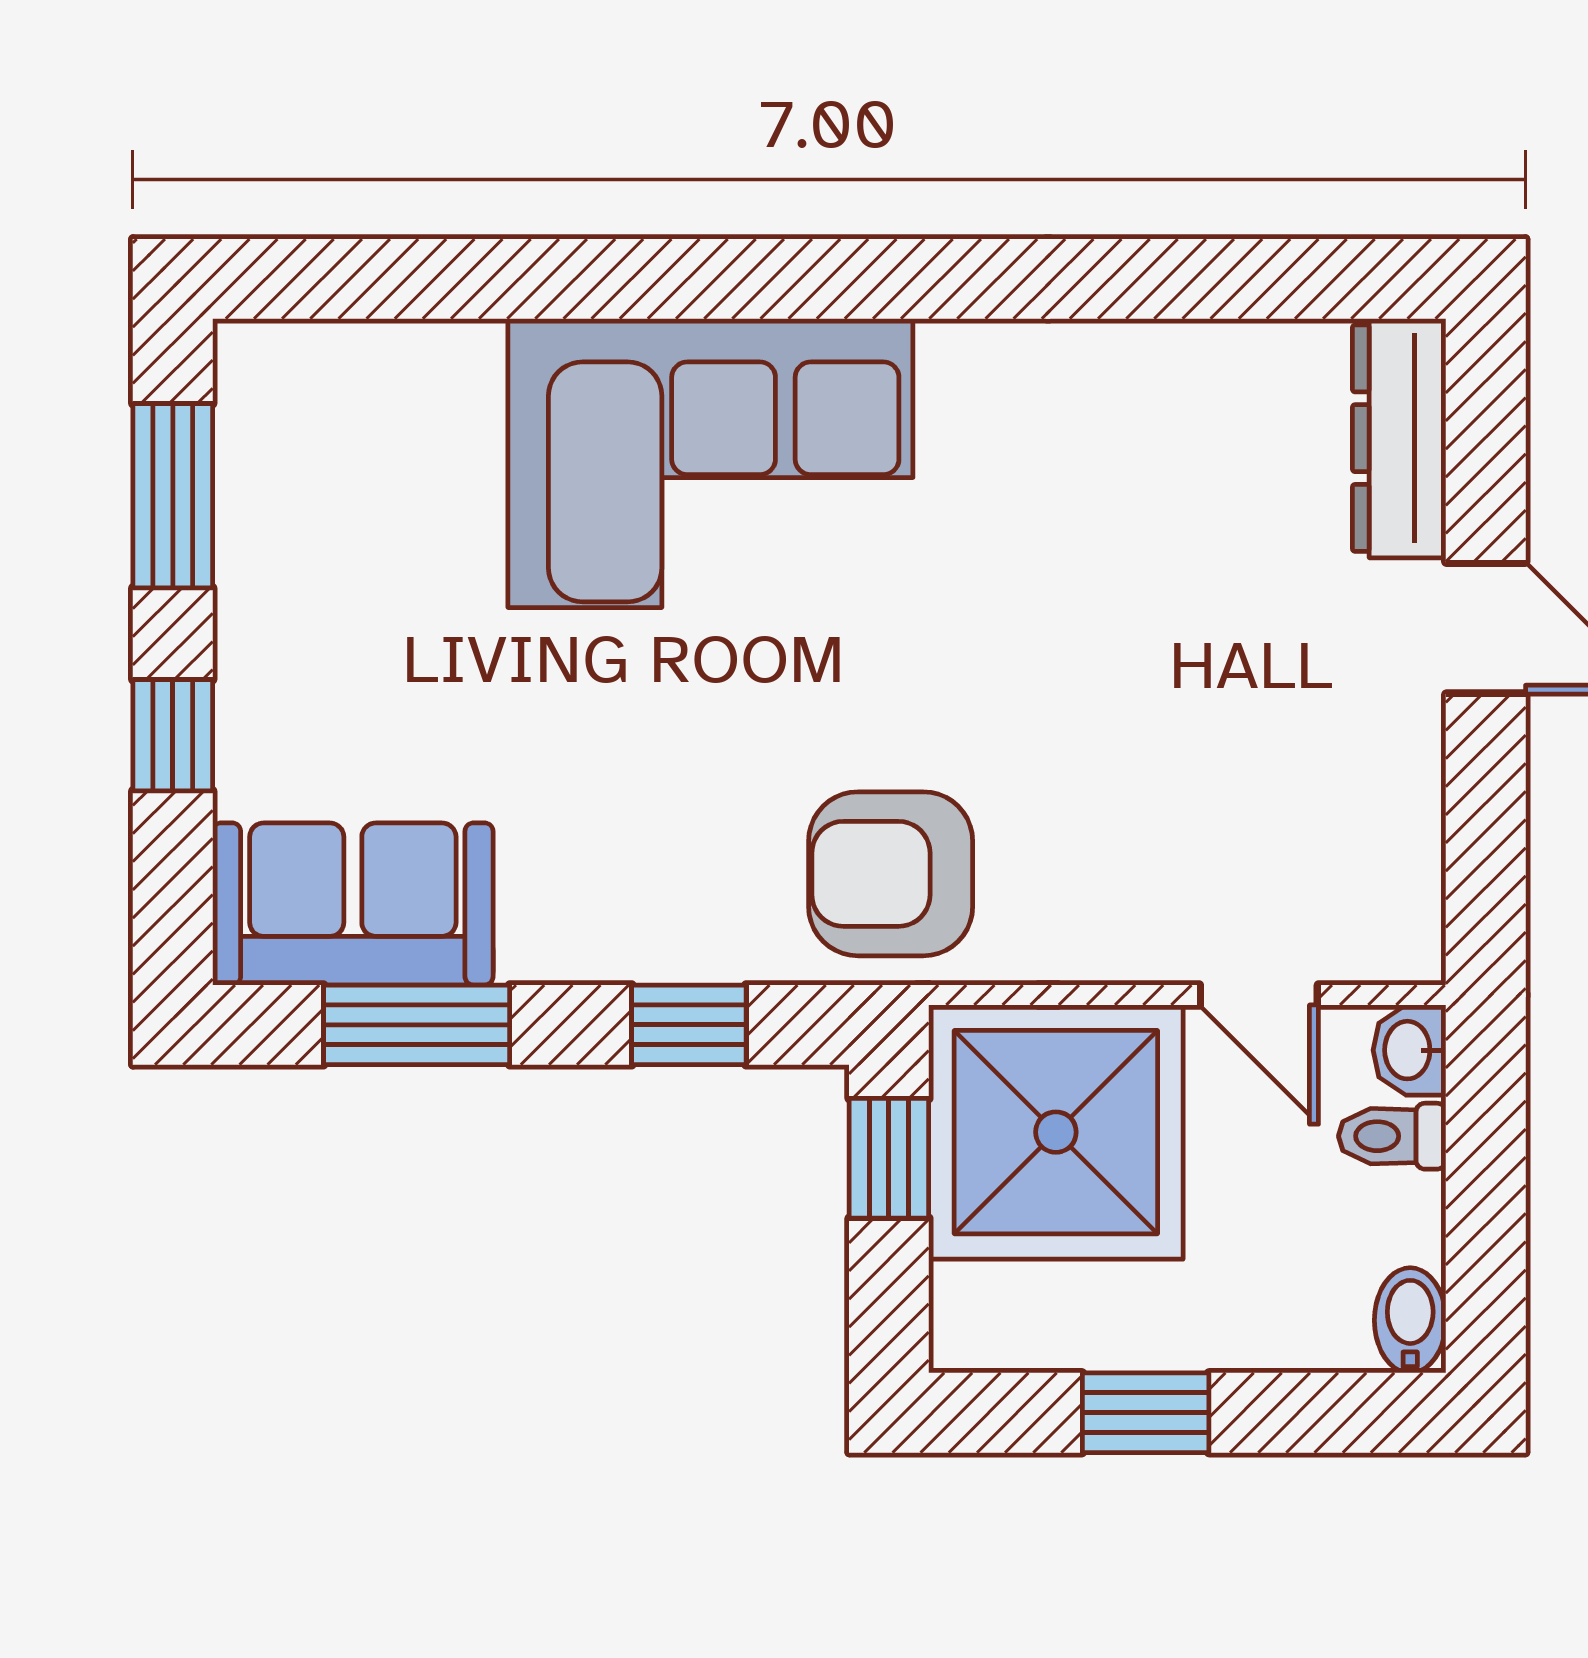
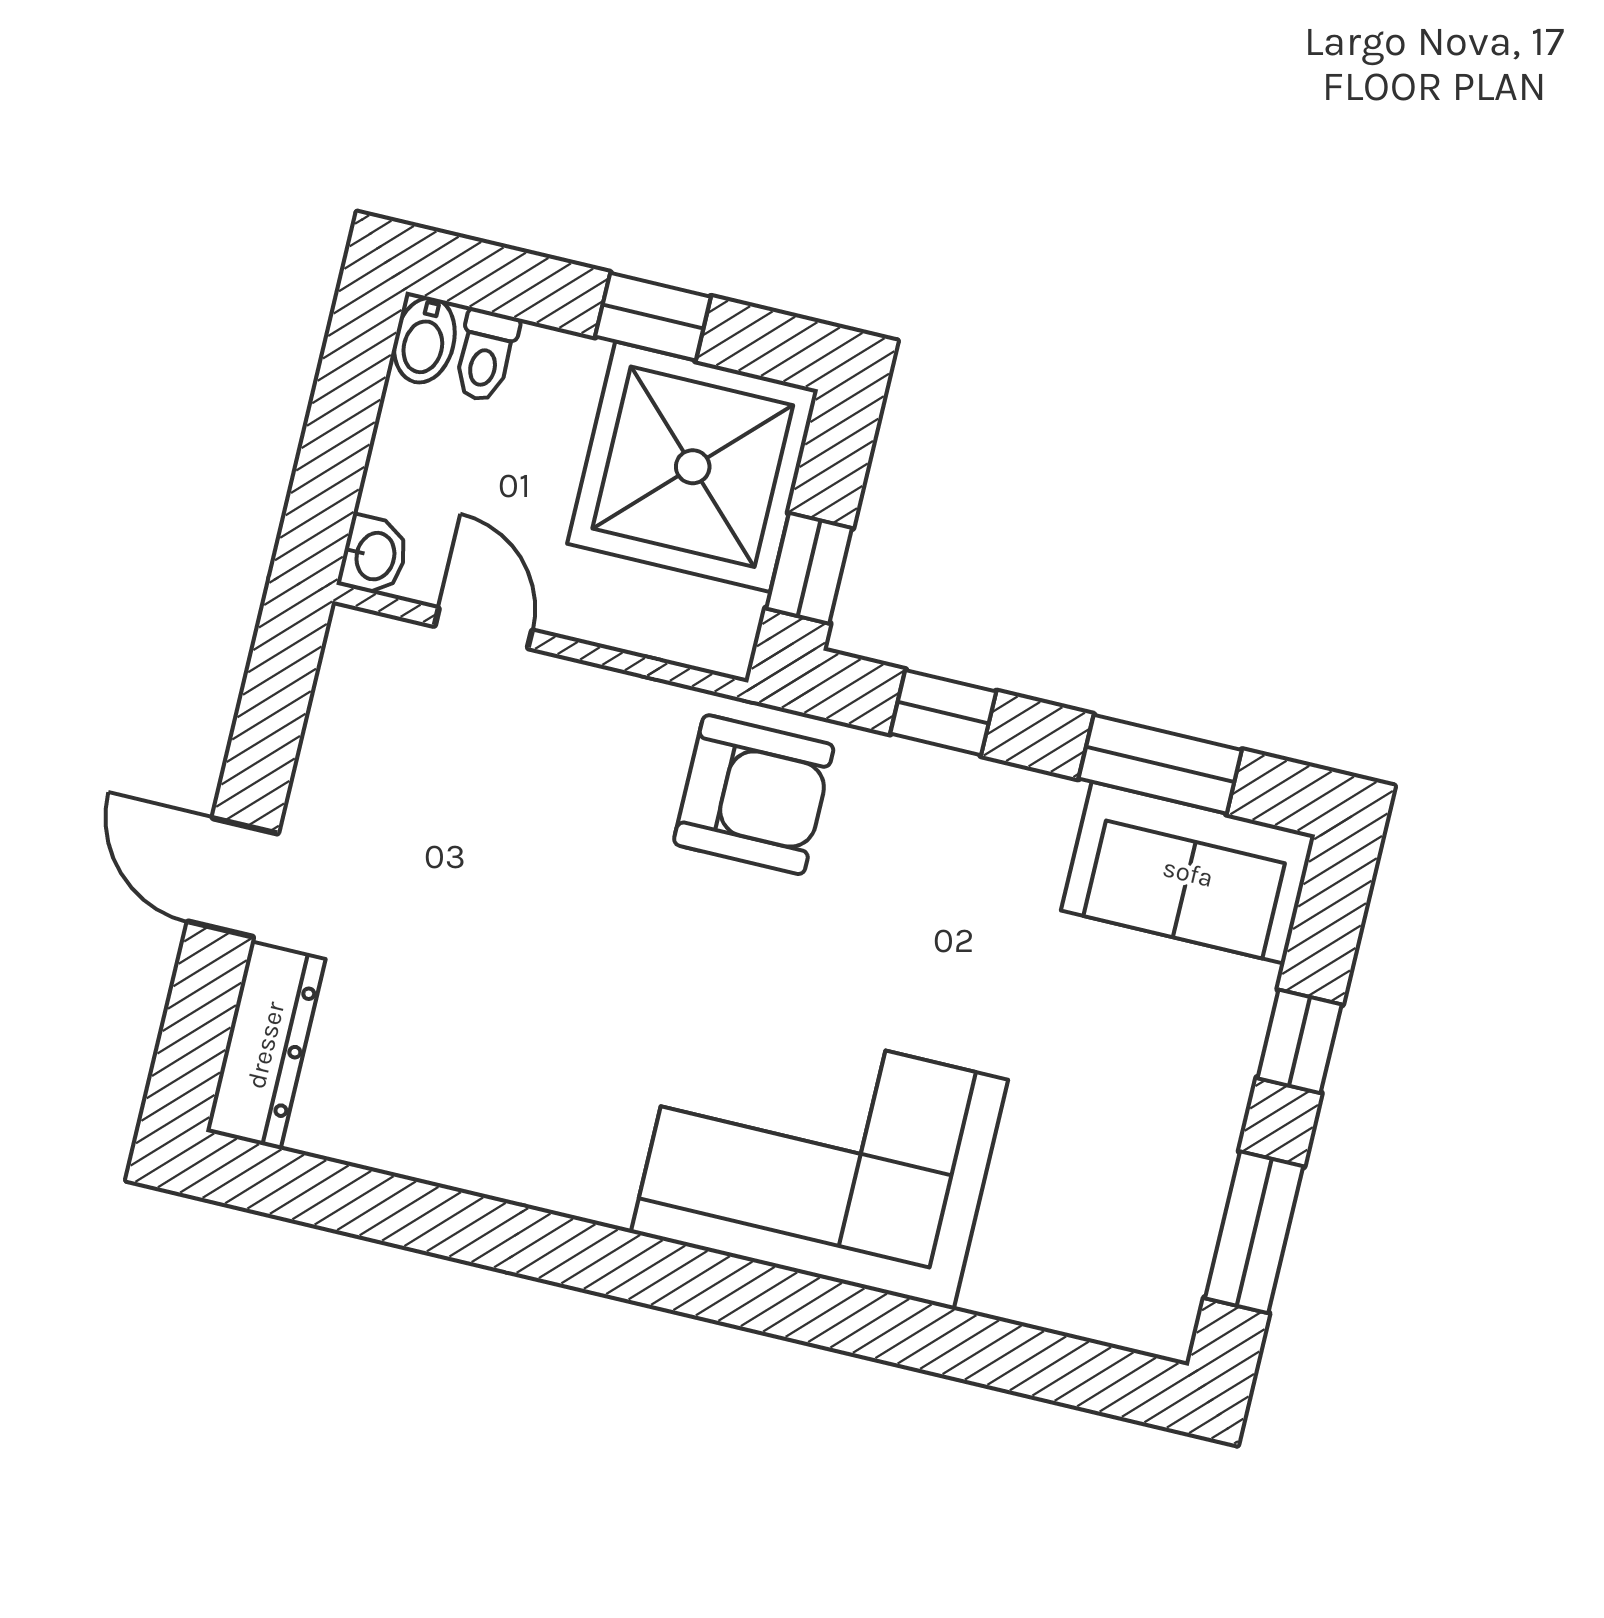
shower: (1056, 1132) -> (693, 467), moved
toilet: (1392, 1136) -> (485, 356), moved, turned 90

